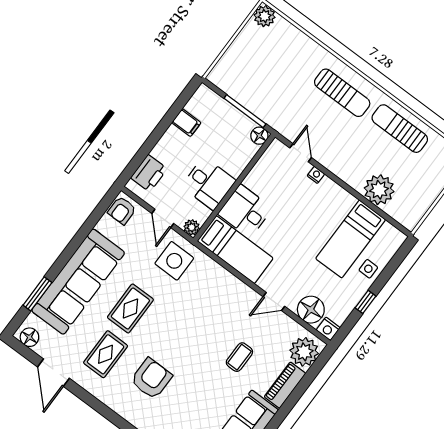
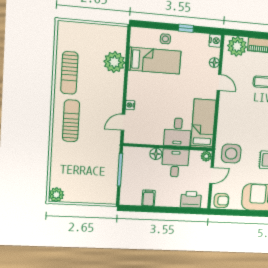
floor lamp: (259, 136) -> (156, 154), moved
floor lamp: (311, 310) -> (214, 63), width x0.53, depth x0.53

